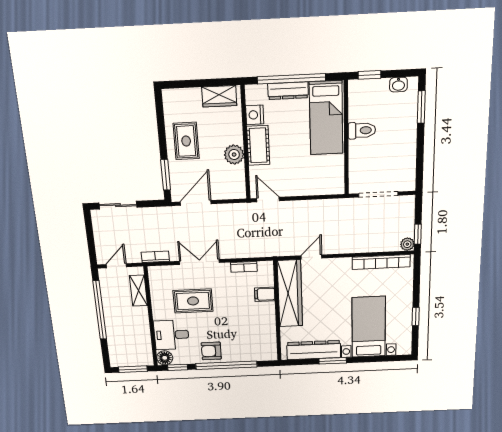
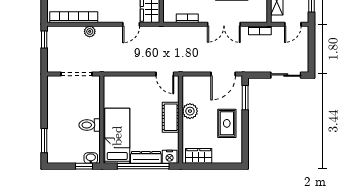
washbasin: (398, 85) -> (91, 158), moved
nightstand: (255, 115) -> (170, 157), moved, turned 90
plant: (407, 244) -> (90, 31), moved

